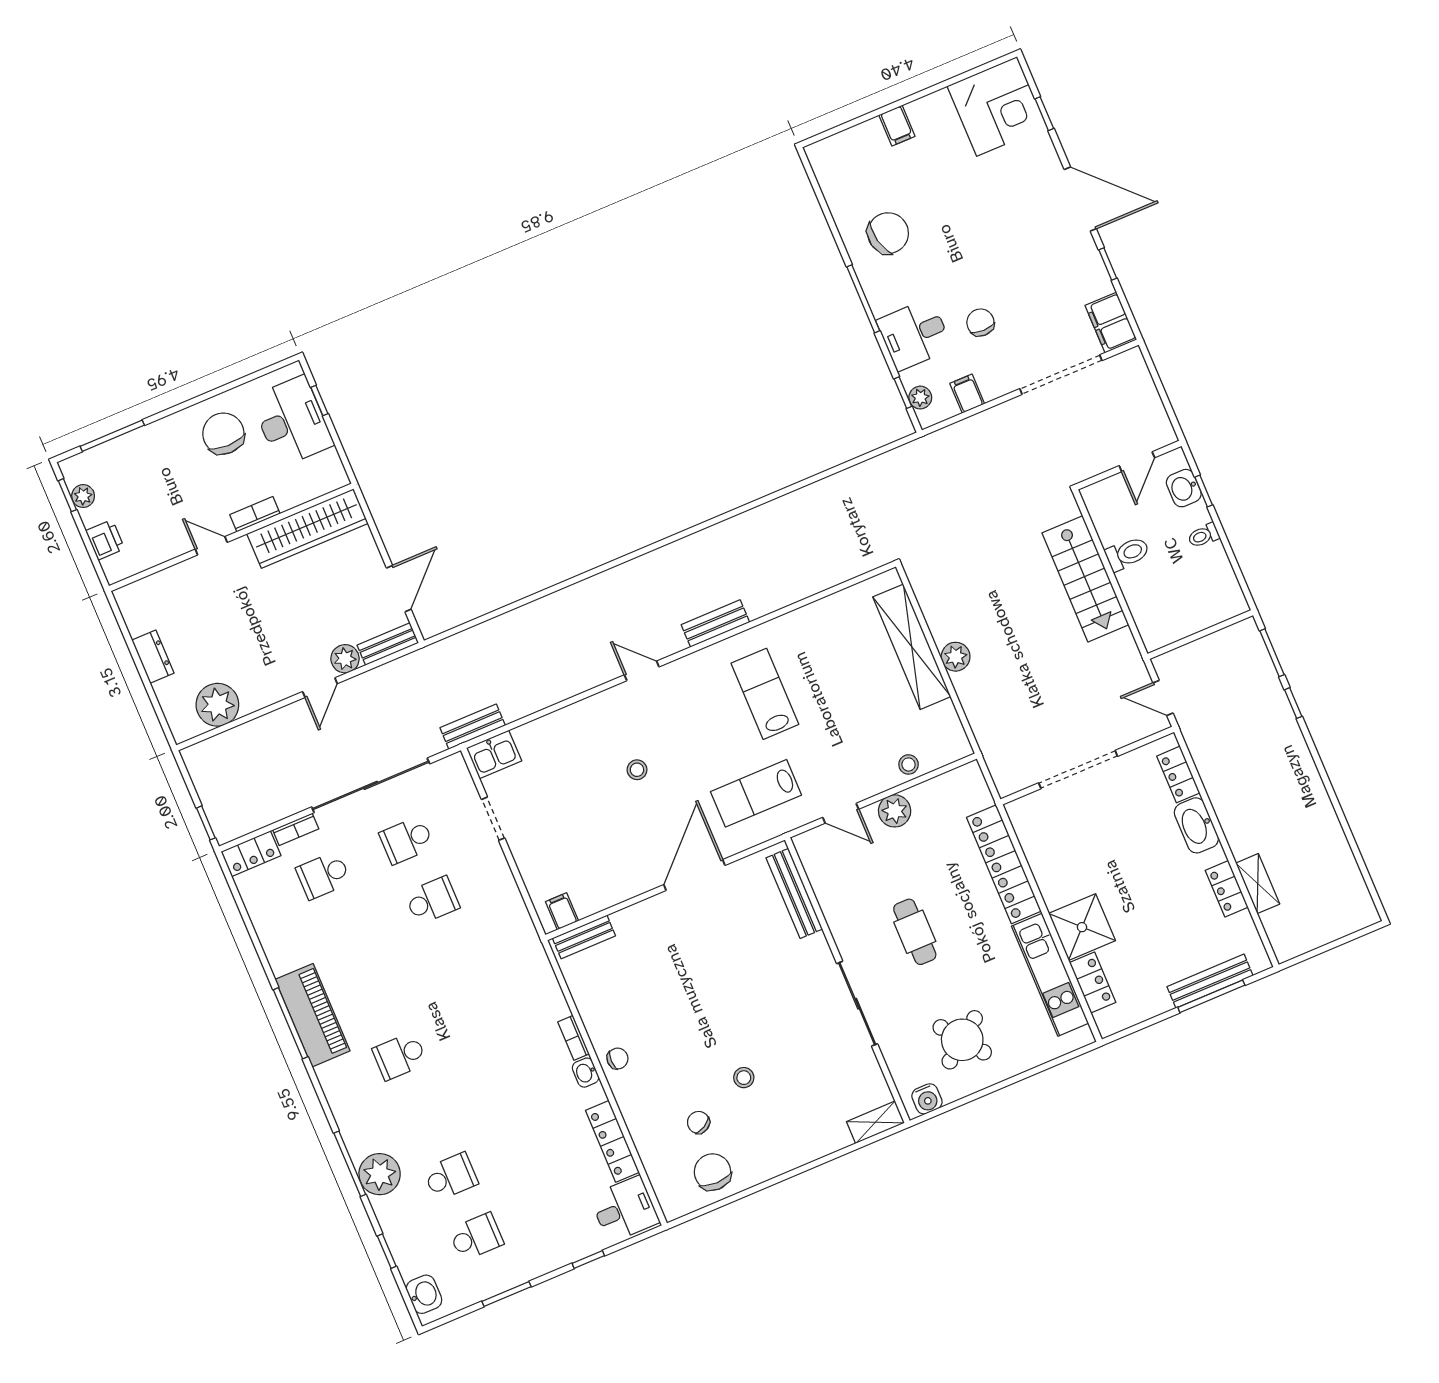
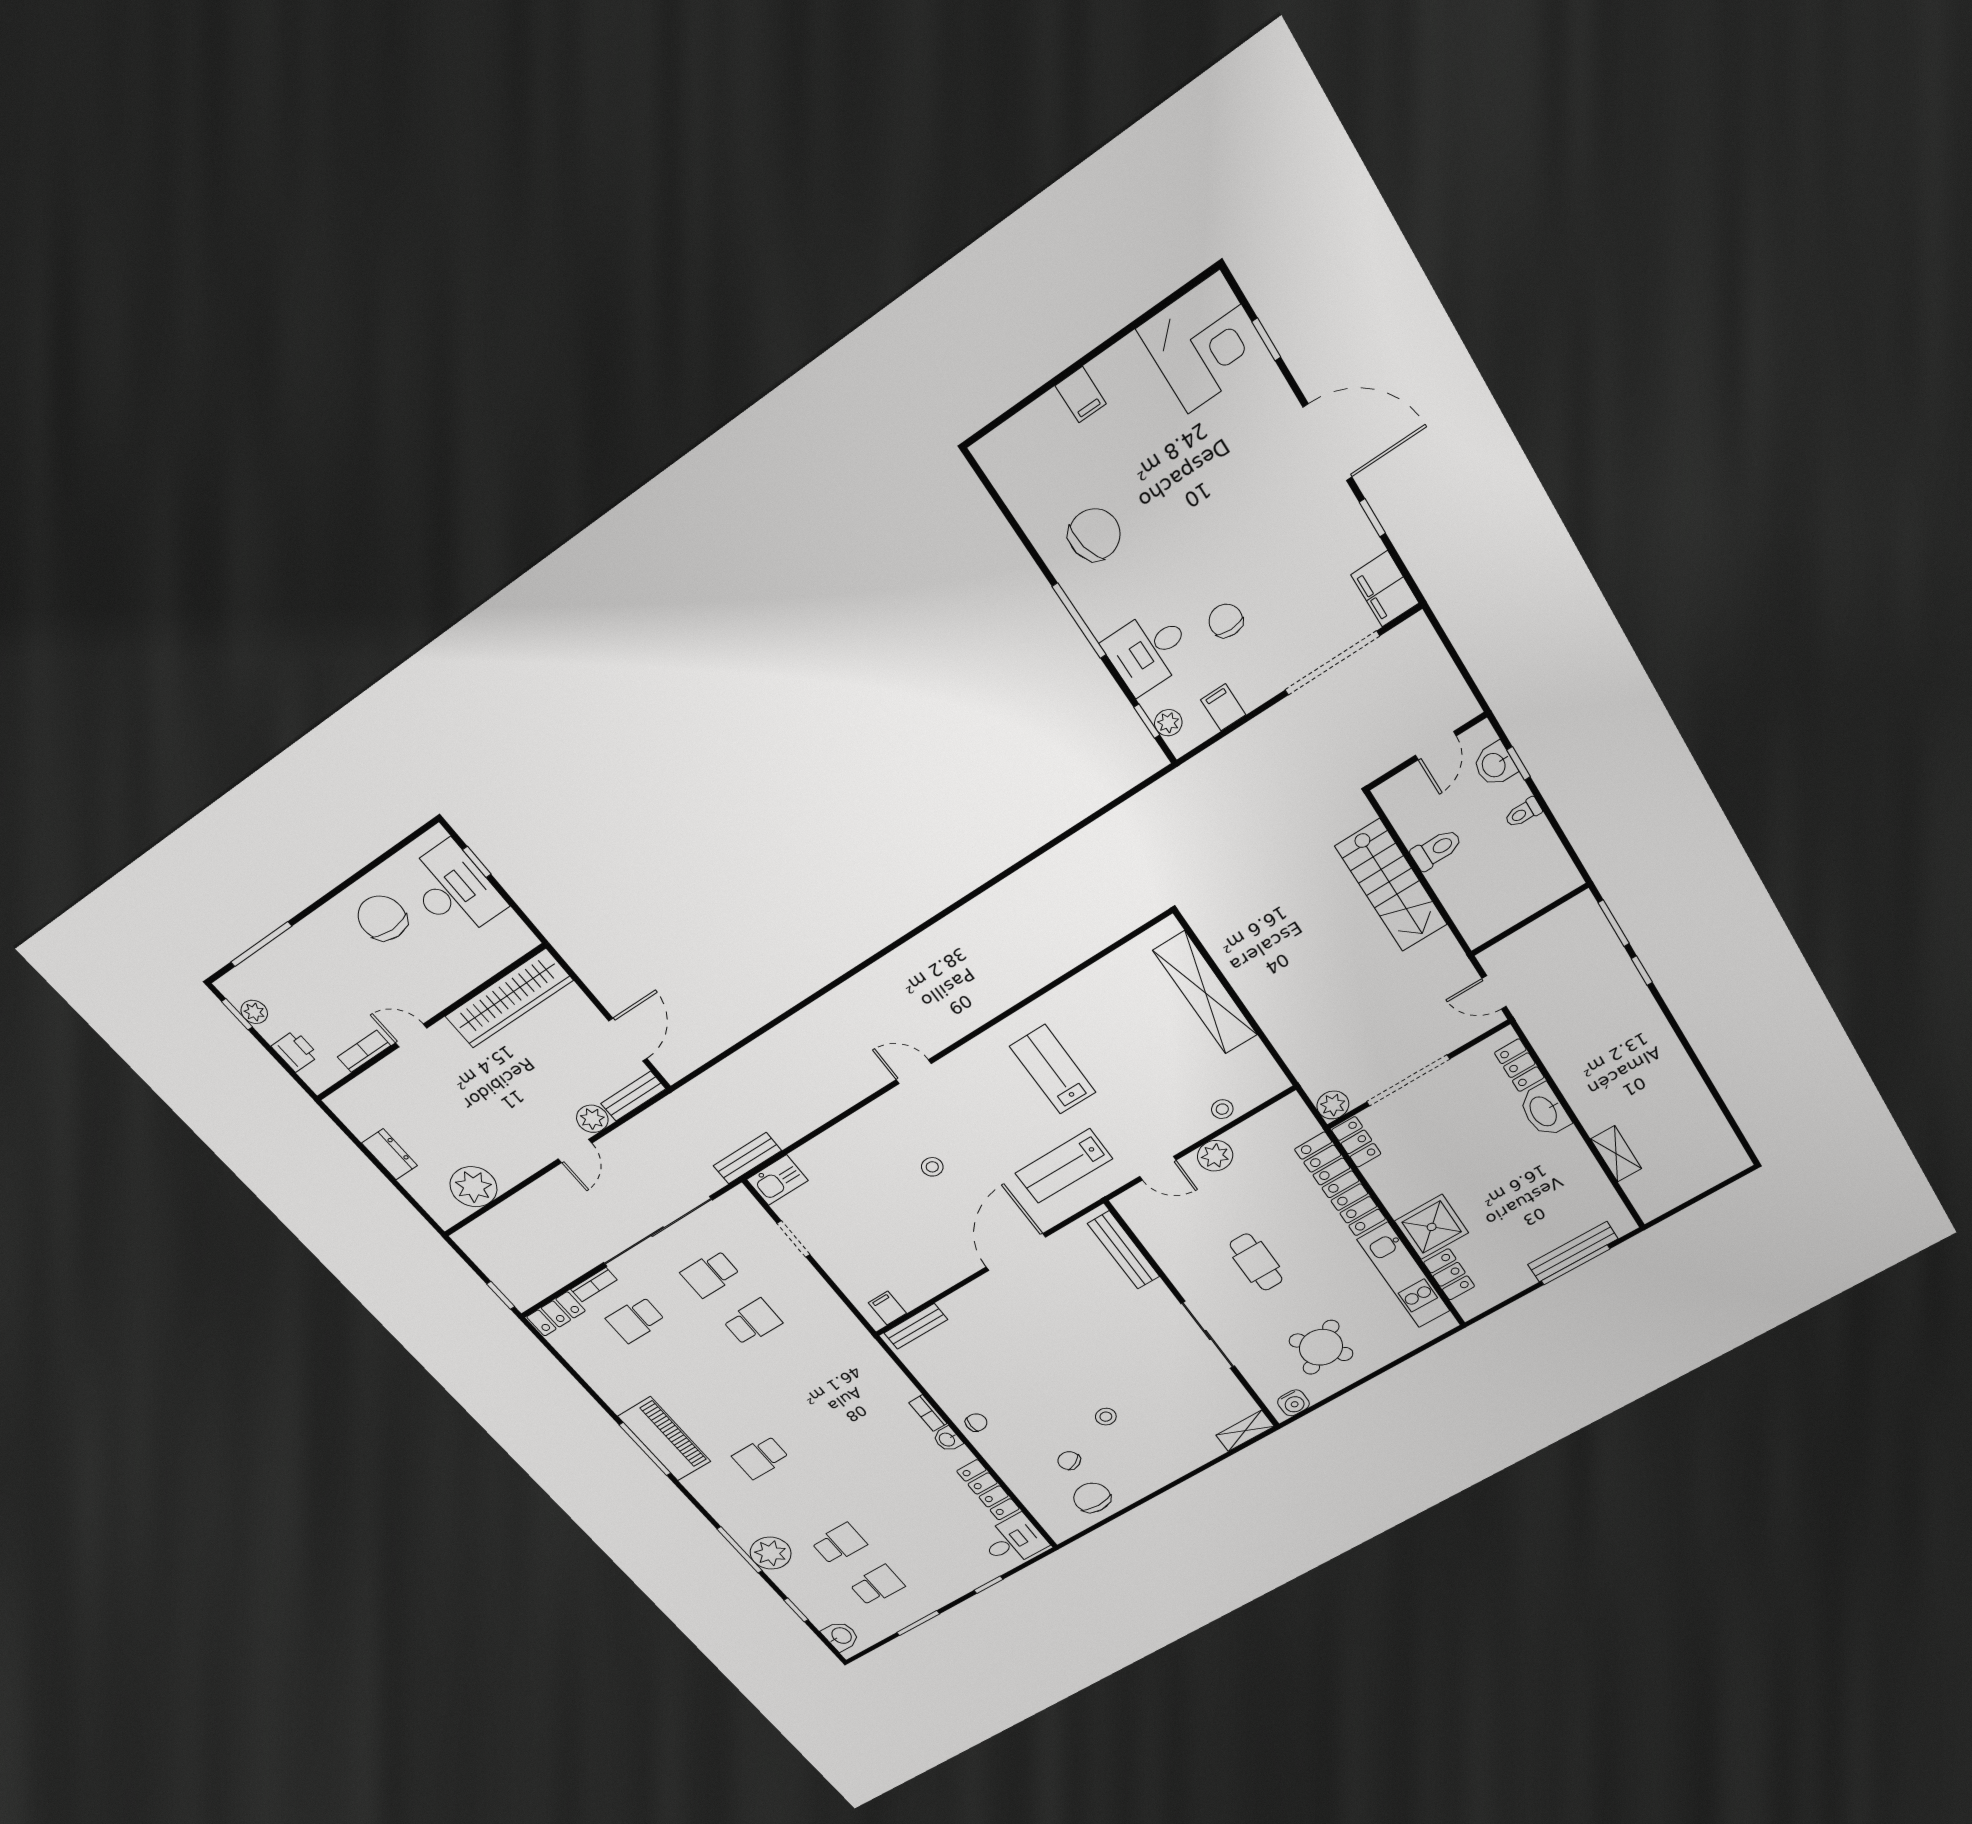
bookcase: (255, 514) -> (364, 1051), moved
bench: (715, 623) -> (983, 1010), removed
plant: (956, 657) -> (1333, 1105), moved
locker: (1227, 889) -> (1356, 1142), moved, turned 180

